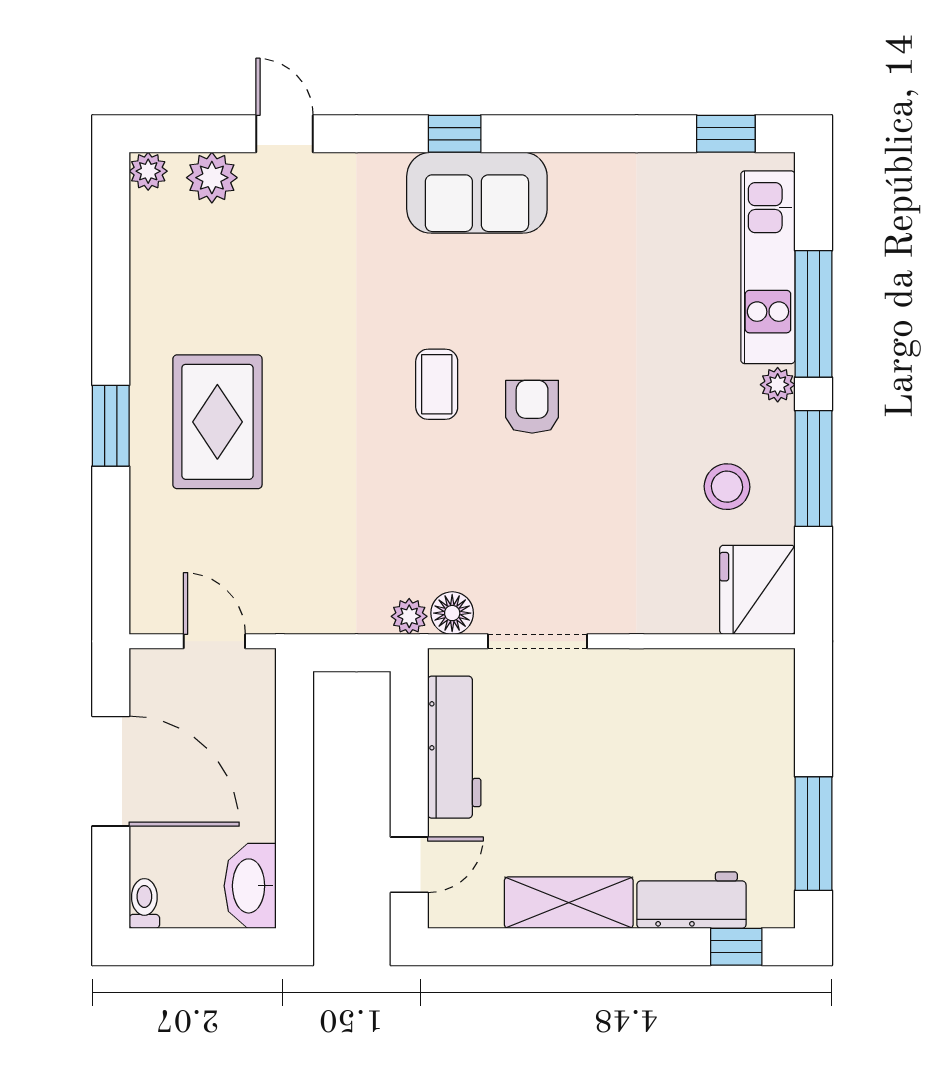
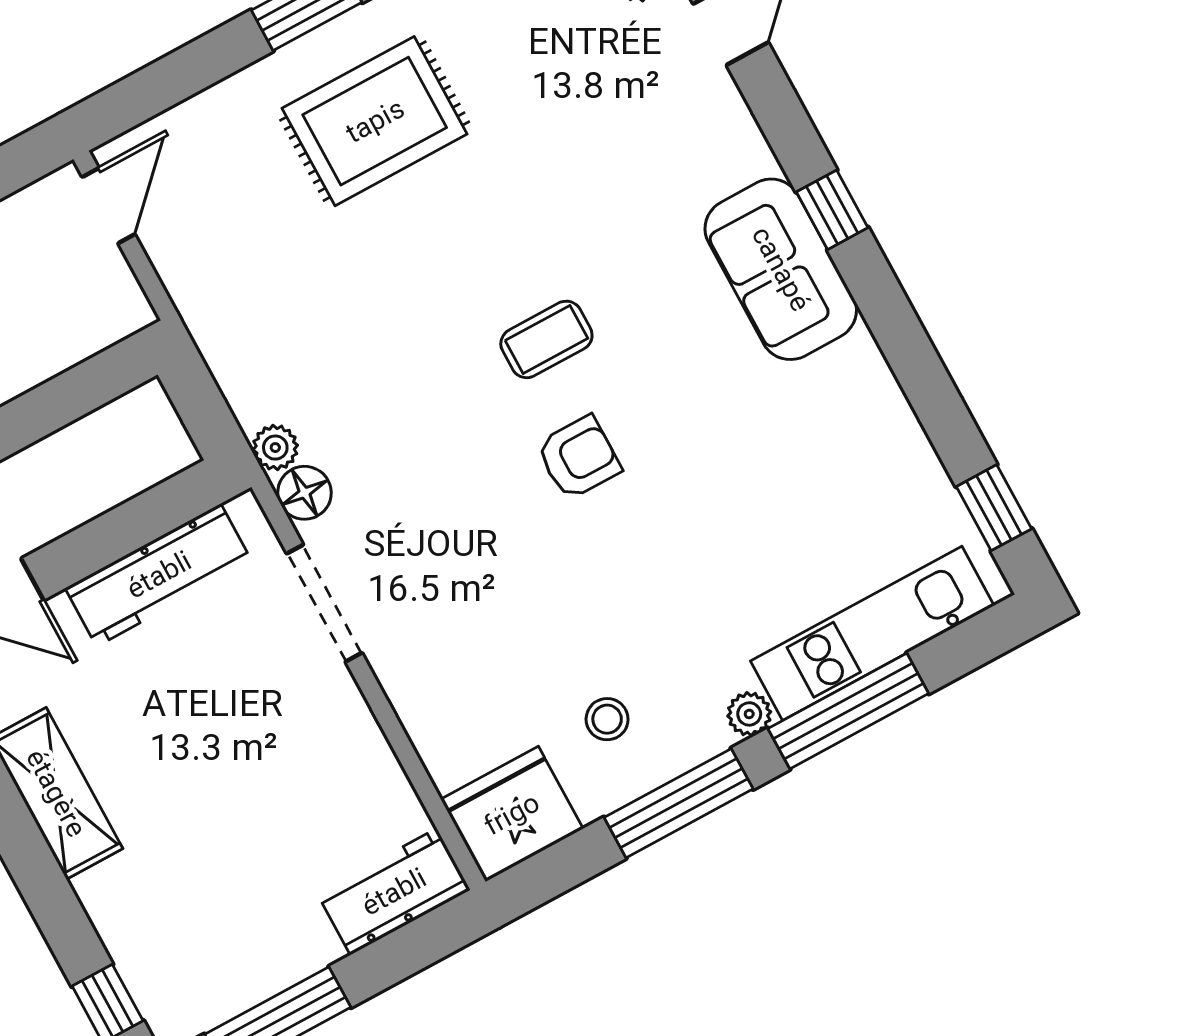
stool: (727, 487) -> (607, 719), width x0.73, depth x0.73
door: (214, 641) -> (109, 206), moved
workbench: (691, 900) -> (394, 892), moved, turned -90

